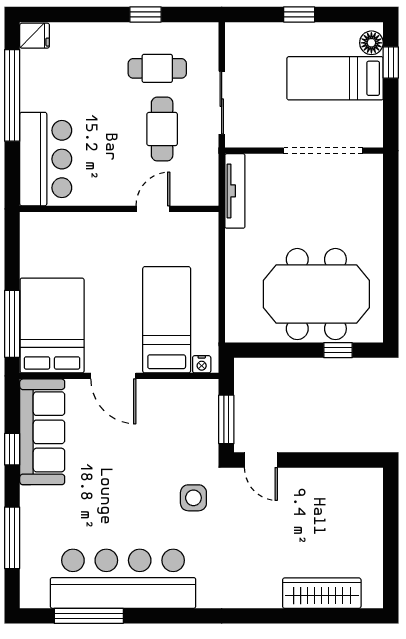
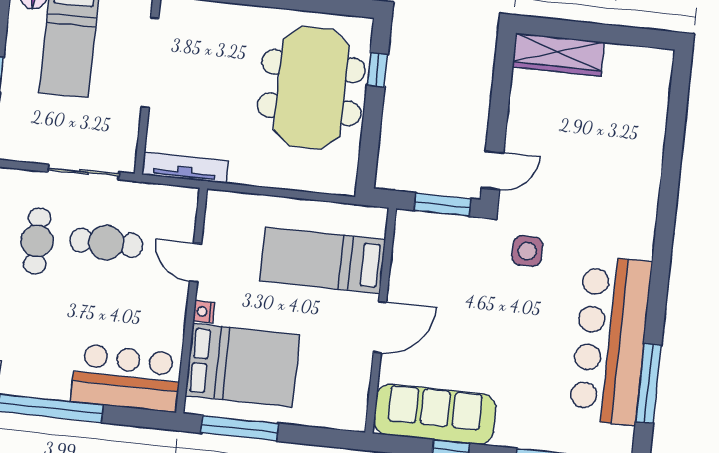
window: (12, 324) -> (240, 428), moved
bed: (52, 325) -> (242, 365), moved, turned 180
nightstand: (202, 364) -> (204, 312), moved, turned 180
wardrobe: (322, 593) -> (558, 54), moved, turned -90

